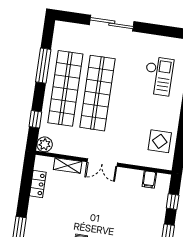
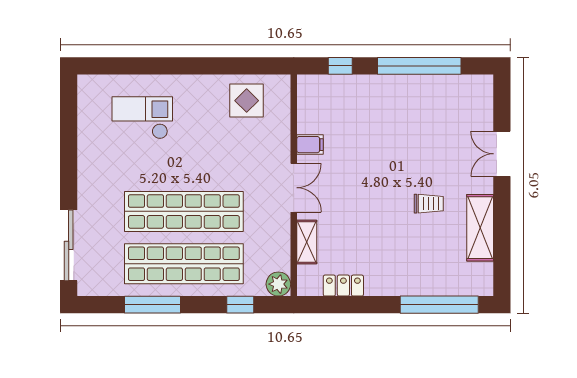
sliding door: (112, 23) -> (69, 245), moved
filing cabinet: (149, 179) -> (310, 145), moved

